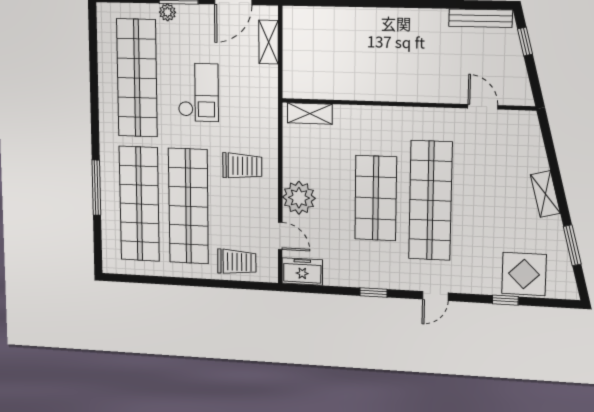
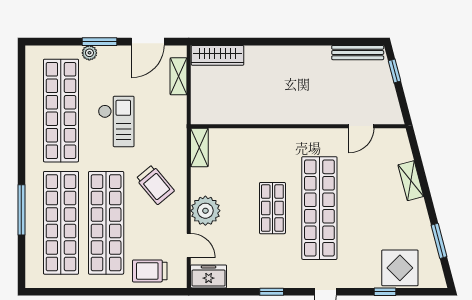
wardrobe: (314, 18) -> (217, 55), added
door: (483, 107) -> (361, 126), swing flipped
shelving: (310, 114) -> (199, 147), moved, turned 90
trolley: (242, 166) -> (155, 185), turned 50
shelving: (545, 194) -> (411, 181), moved
shop shelf: (376, 198) -> (272, 208), width x0.70, depth x0.74
trolley: (237, 262) -> (150, 271), turned 180

